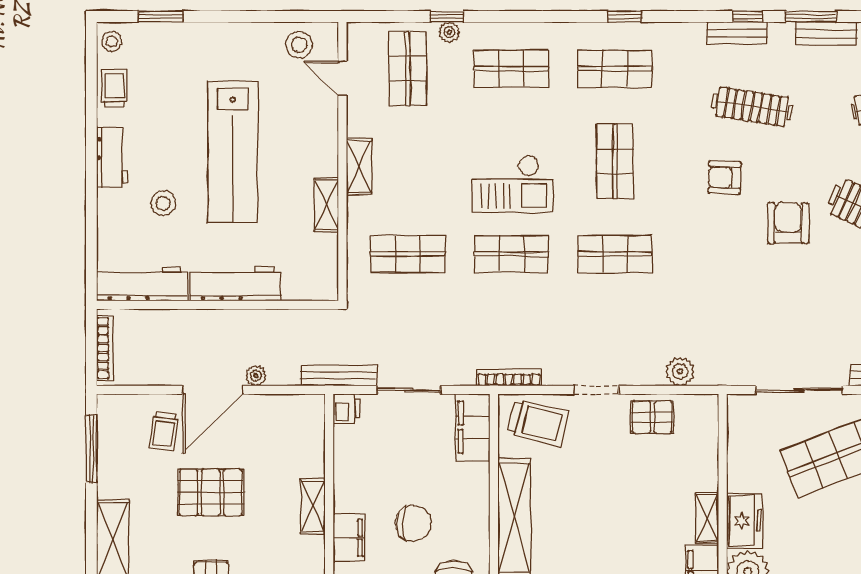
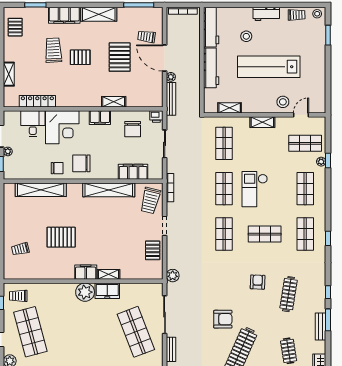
bench: (737, 33) -> (321, 288), removed
stool: (299, 45) -> (283, 102), moved
shelving: (326, 205) -> (230, 108), moved
armchair: (788, 223) -> (223, 319), moved
plant: (680, 371) -> (173, 276), moved
bench: (339, 375) -> (171, 99), moved
filing cabinet: (473, 427) -> (133, 172), moved
chair: (413, 523) -> (133, 129), moved

